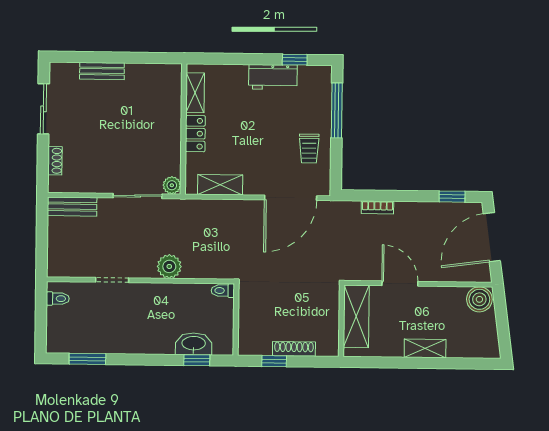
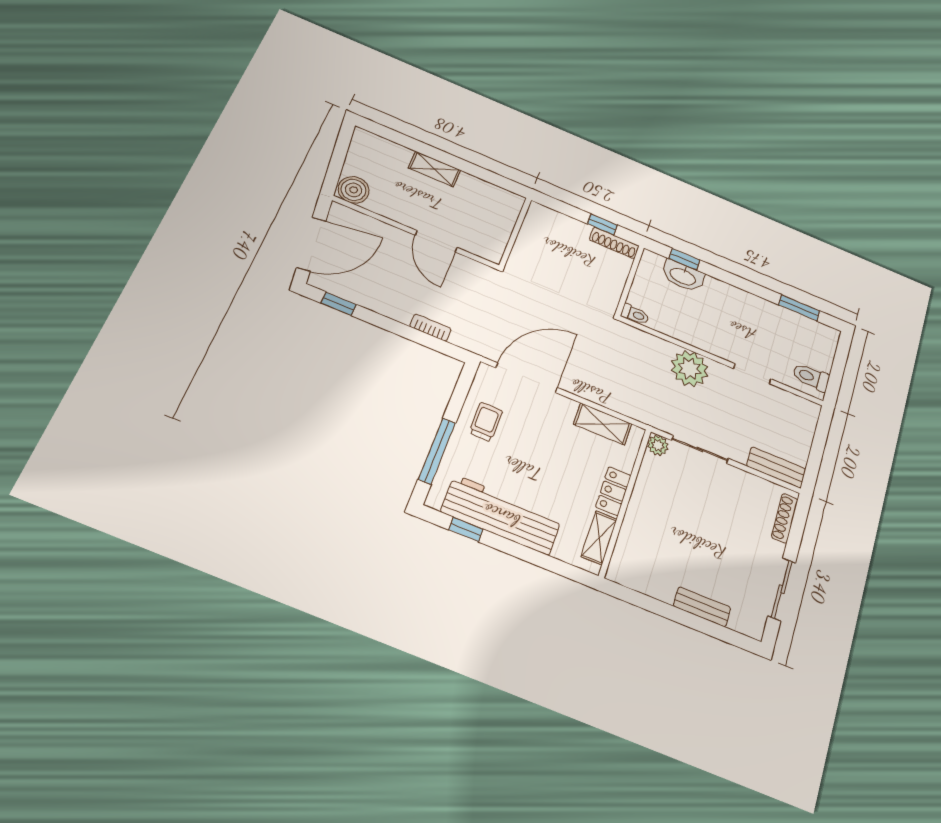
workbench: (273, 77) -> (501, 515), width x1.88, depth x1.32
shoe rack: (55, 161) -> (785, 518), width x1.43
plant: (169, 266) -> (690, 369), width x1.36, depth x1.36
toilet: (58, 299) -> (811, 377), width x1.37, depth x1.39
shelving: (356, 316) -> (498, 230), removed
shoe rack: (294, 349) -> (614, 243), moved

